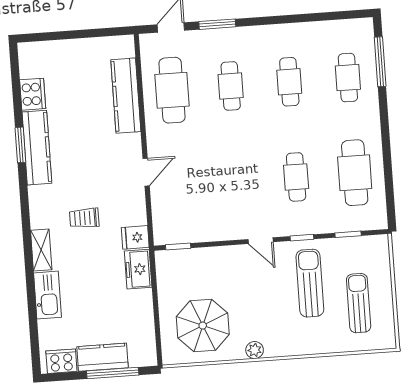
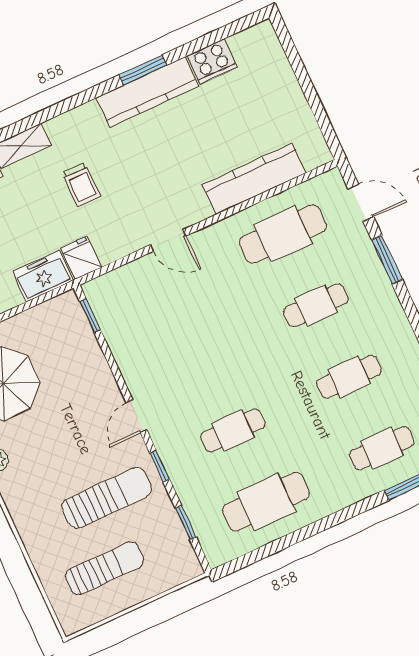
trolley: (84, 218) -> (81, 185), turned 180

